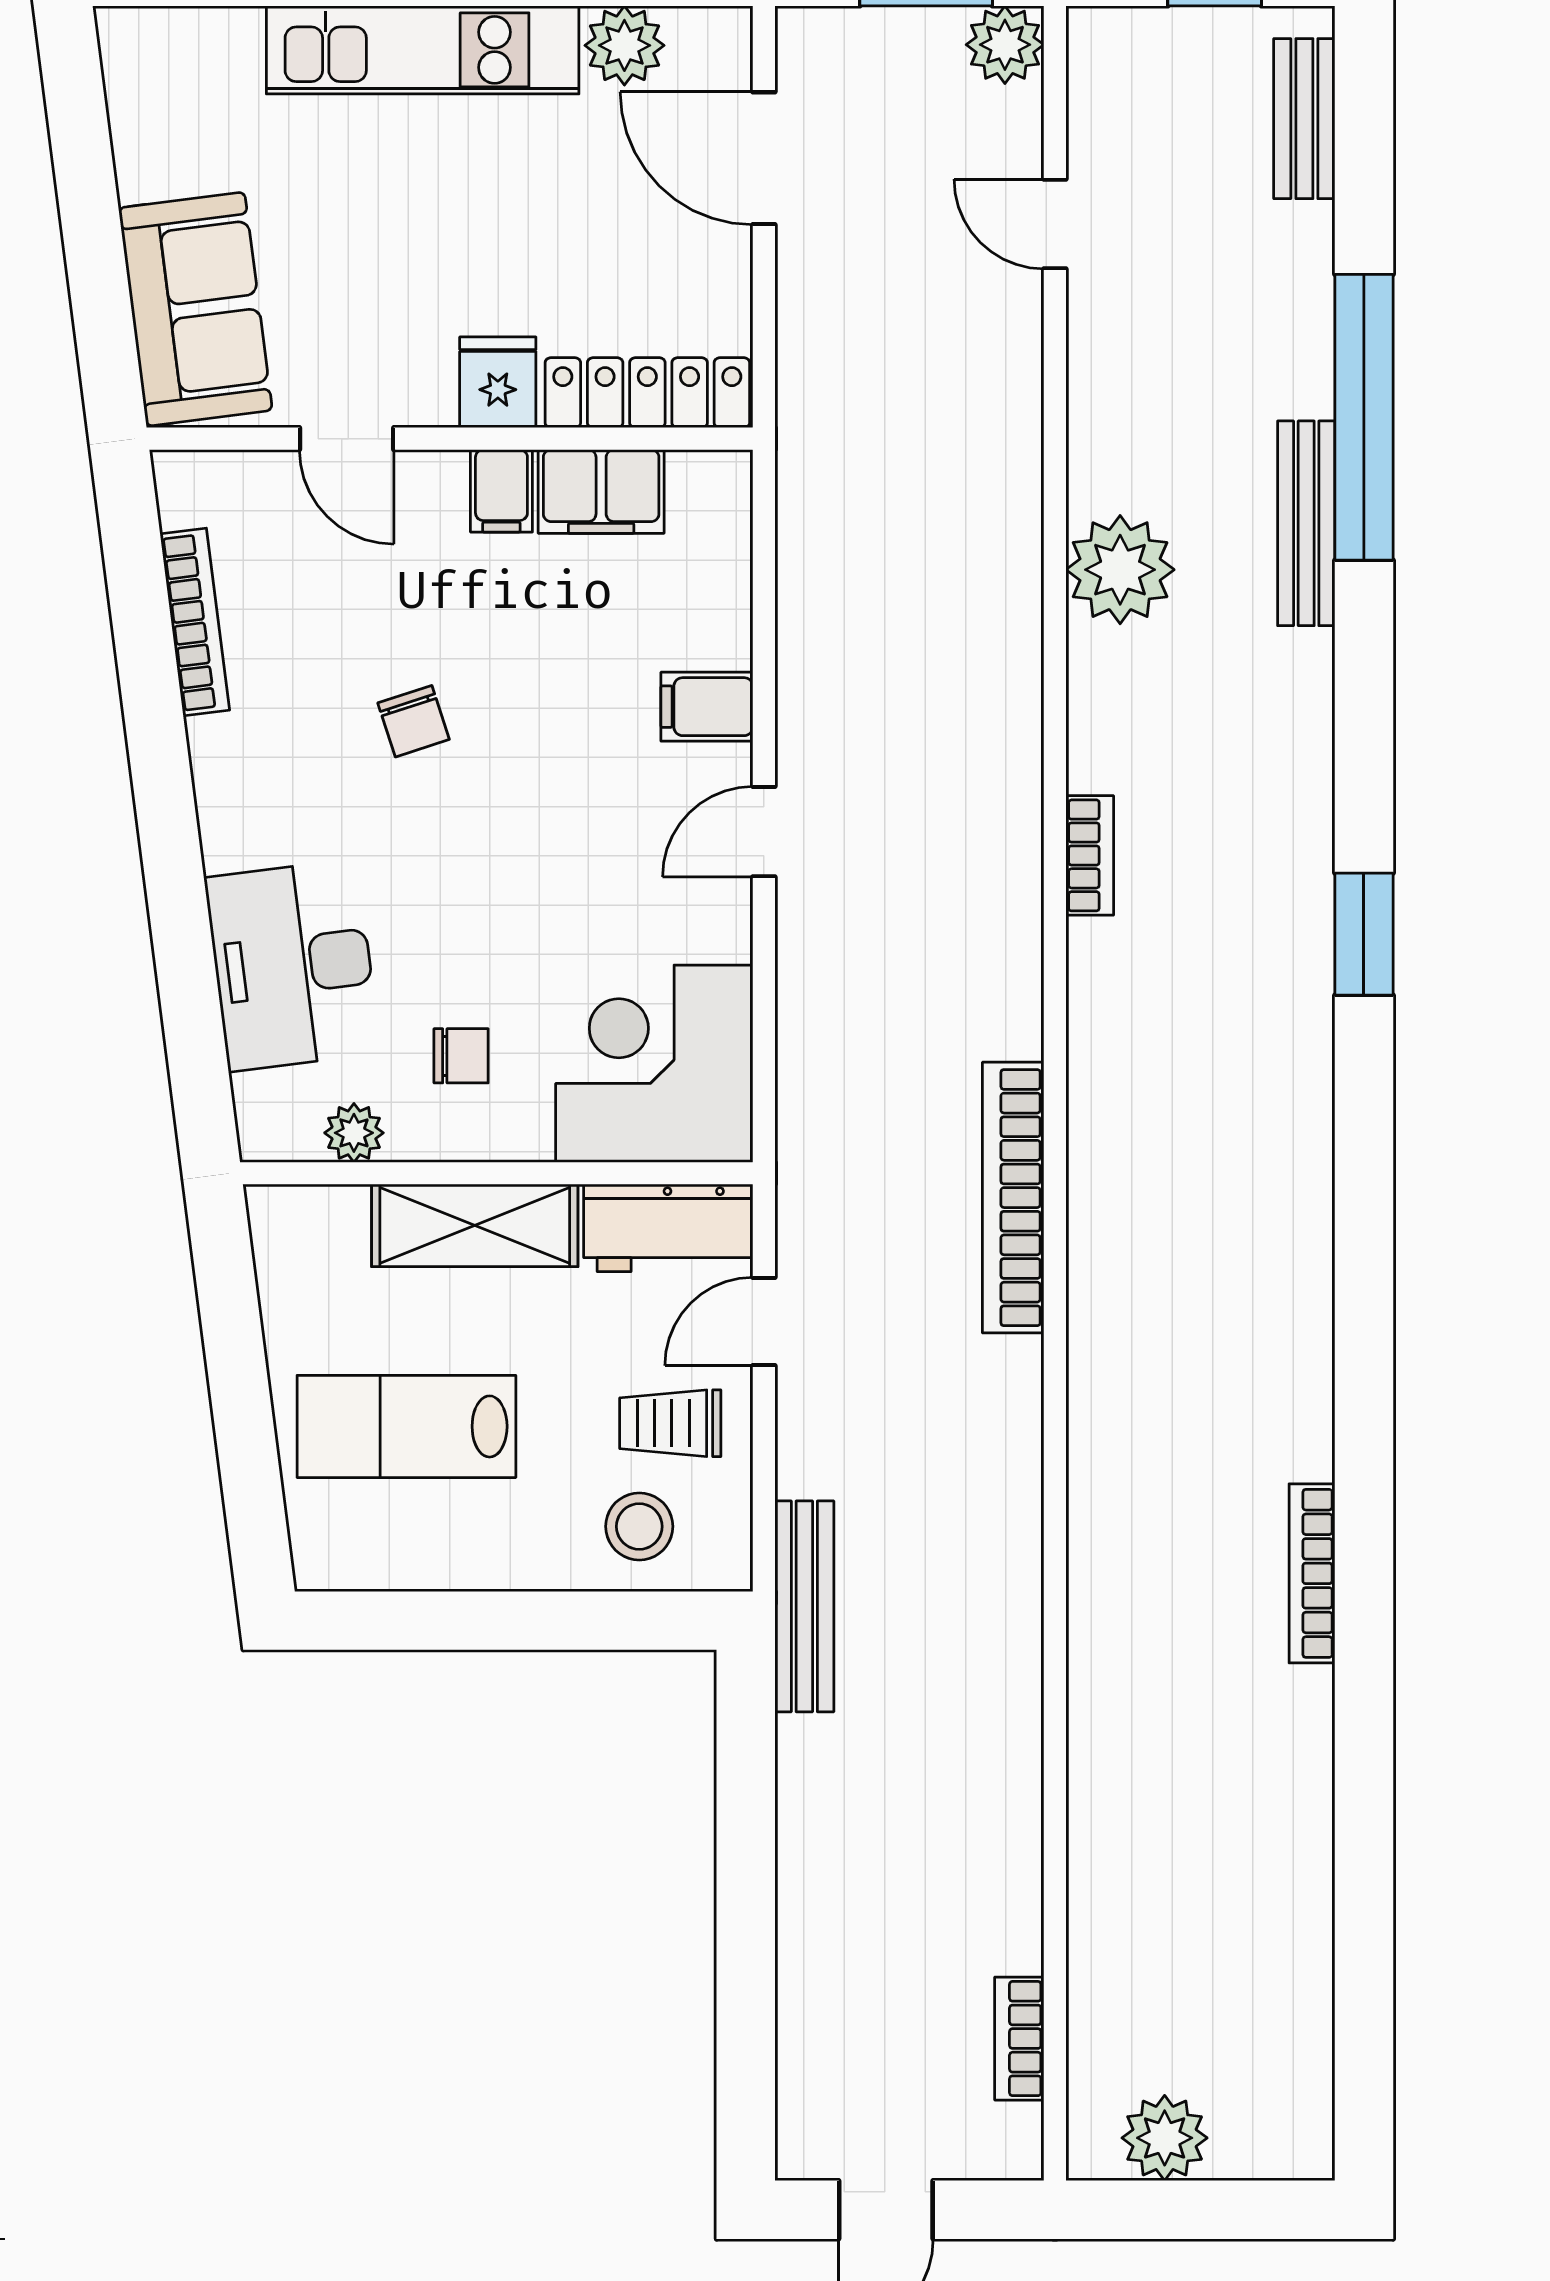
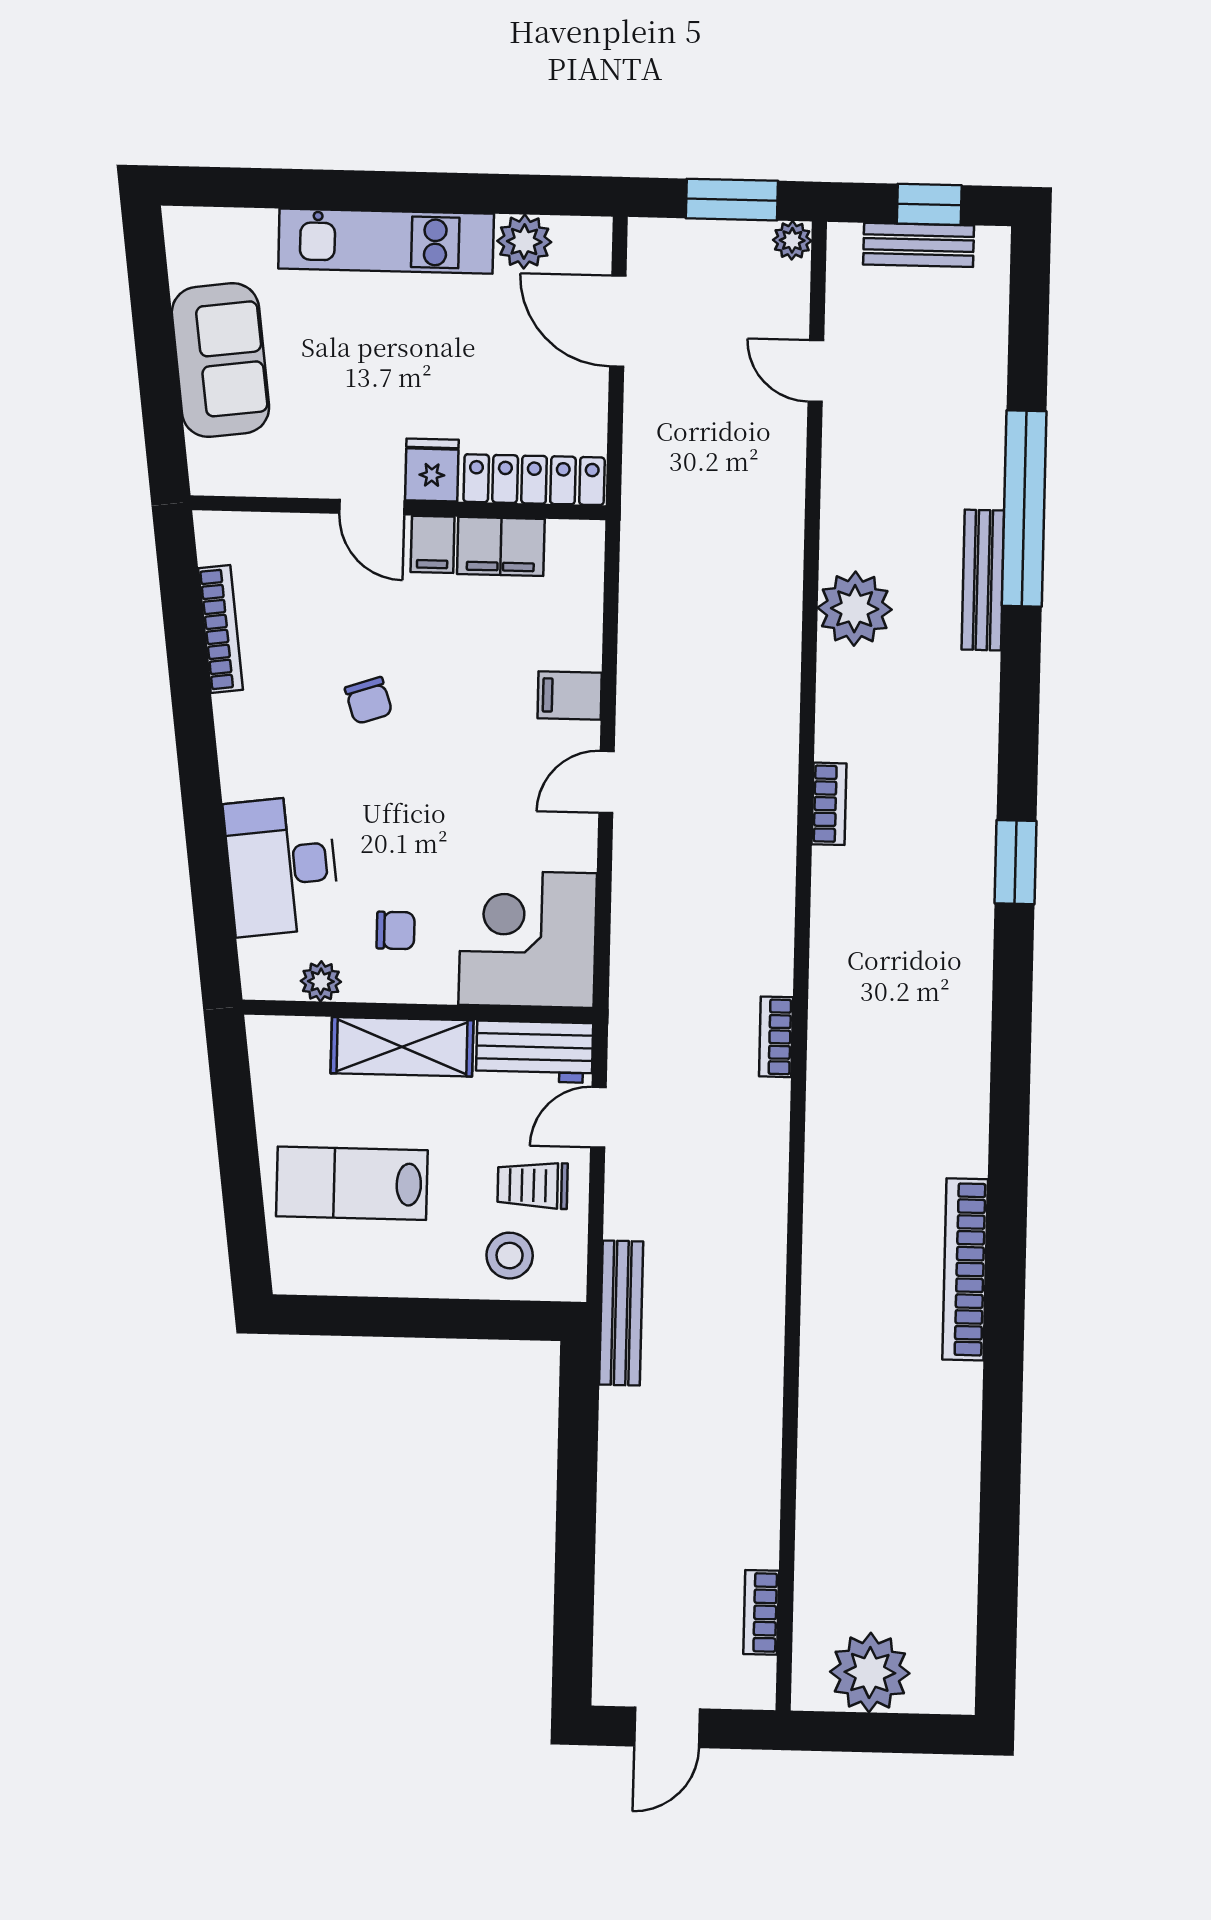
plant: (1005, 45) -> (792, 240), width x0.73, depth x0.73
bench: (1304, 119) -> (919, 245), moved, turned 90
sofa: (195, 309) -> (220, 360), moved
door: (347, 439) -> (372, 507), moved
bookcase: (1013, 1198) -> (776, 1037), width x0.43, depth x0.76
bookcase: (1312, 1573) -> (965, 1269), width x1.48, depth x1.31
plant: (1165, 2138) -> (870, 1672), width x1.36, depth x1.36

